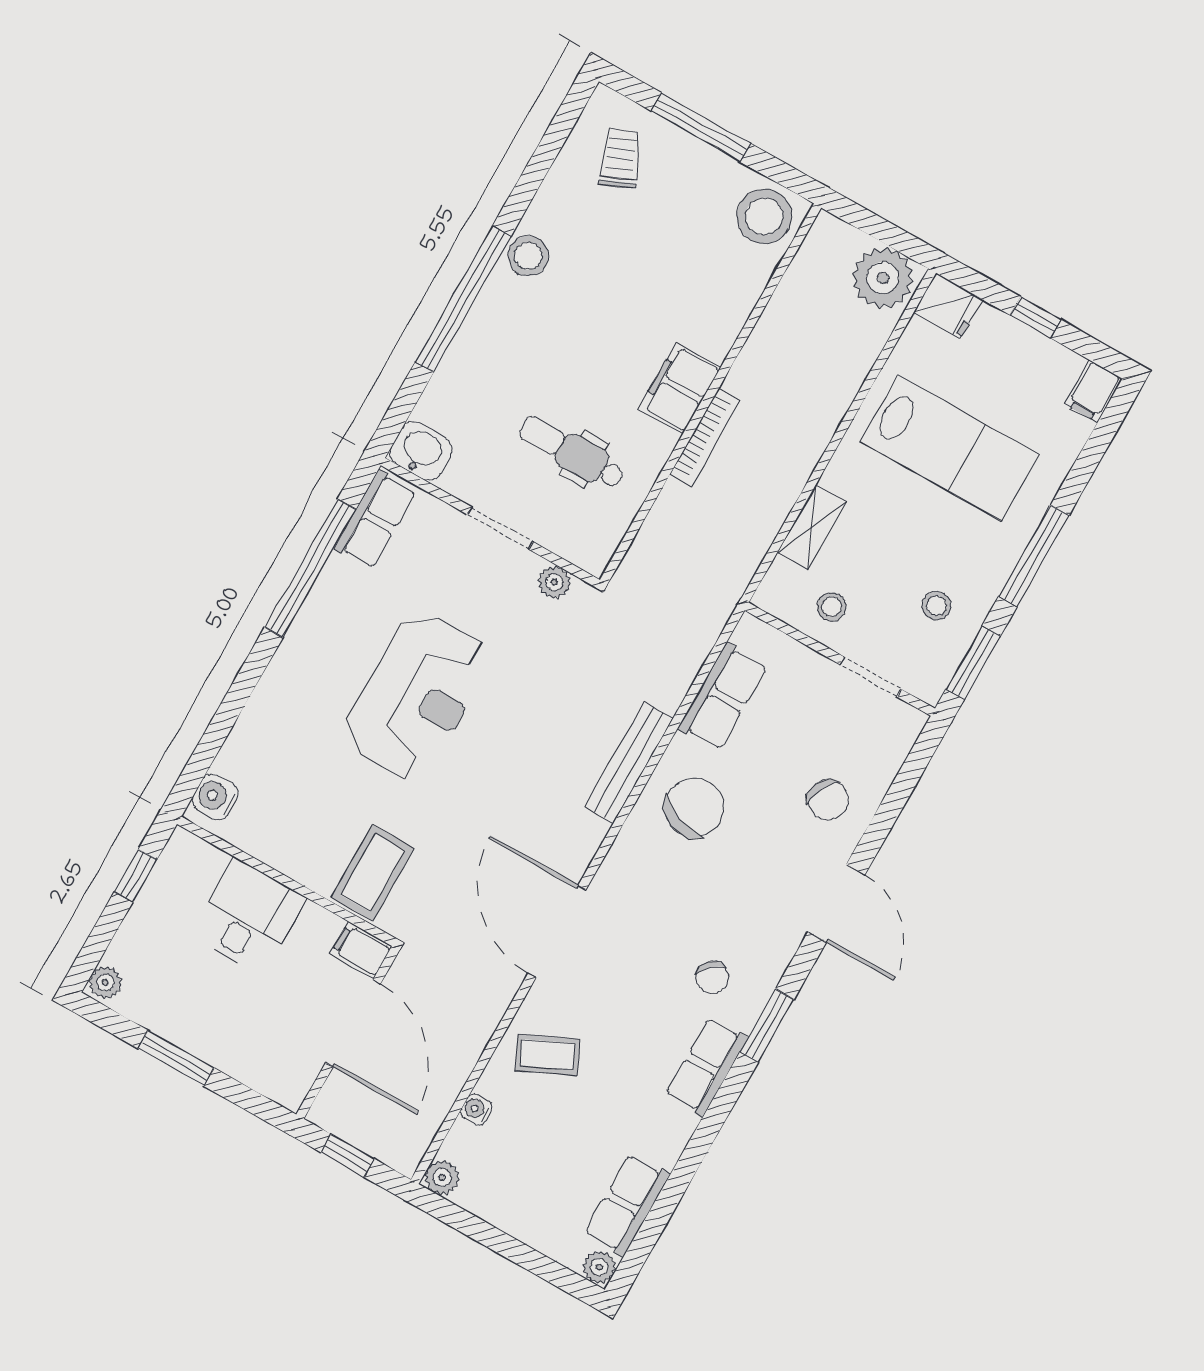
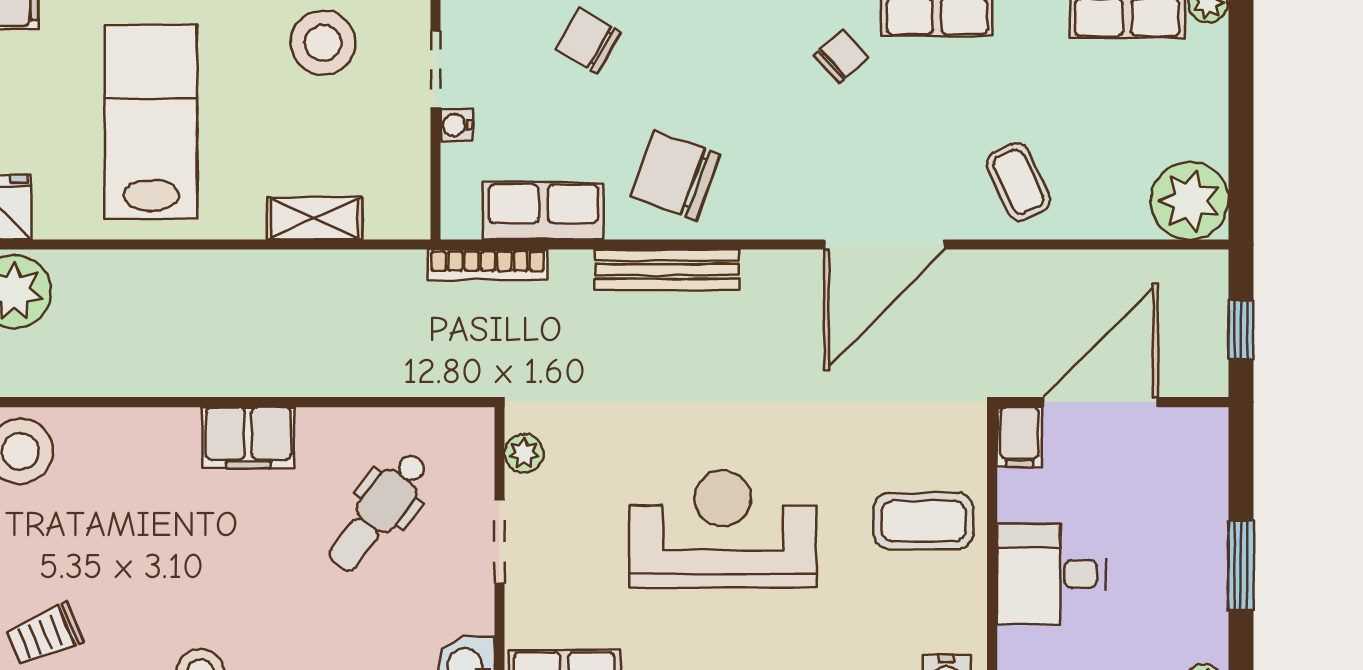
bookcase: (705, 438) -> (488, 265), moved, turned 180
dental chair: (572, 452) -> (379, 512), turned 37
stool: (936, 606) -> (323, 43), width x1.89, depth x1.89
stool: (832, 607) -> (386, 151), removed
chair: (828, 800) -> (588, 41), turned -86
coffee table: (373, 873) -> (923, 521), moved
water cooler: (476, 1109) -> (457, 125), moved, turned 90
plant: (442, 1177) -> (1190, 201), width x1.87, depth x1.87

